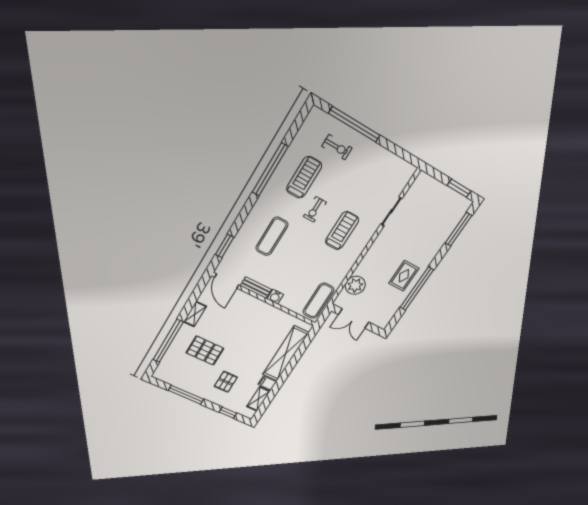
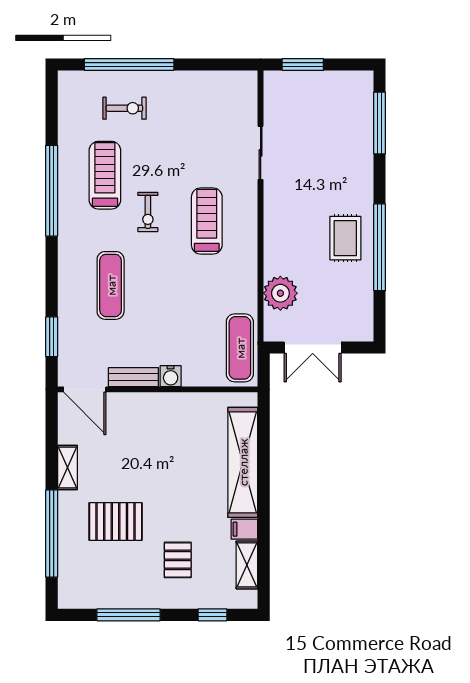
window: (459, 188) -> (303, 65), moved

